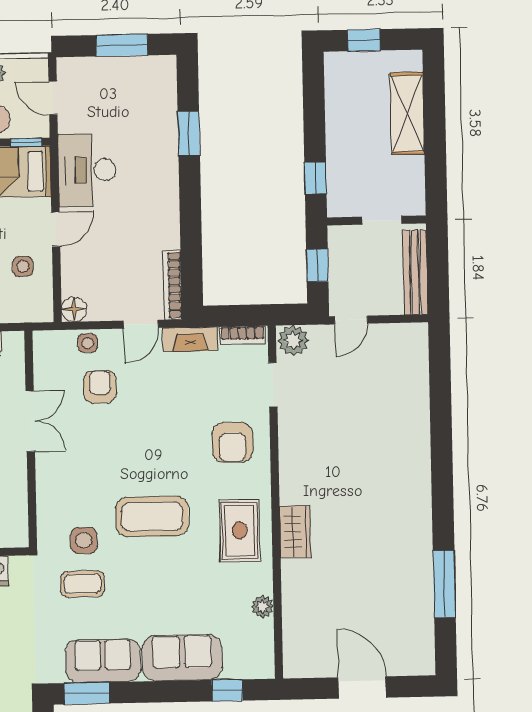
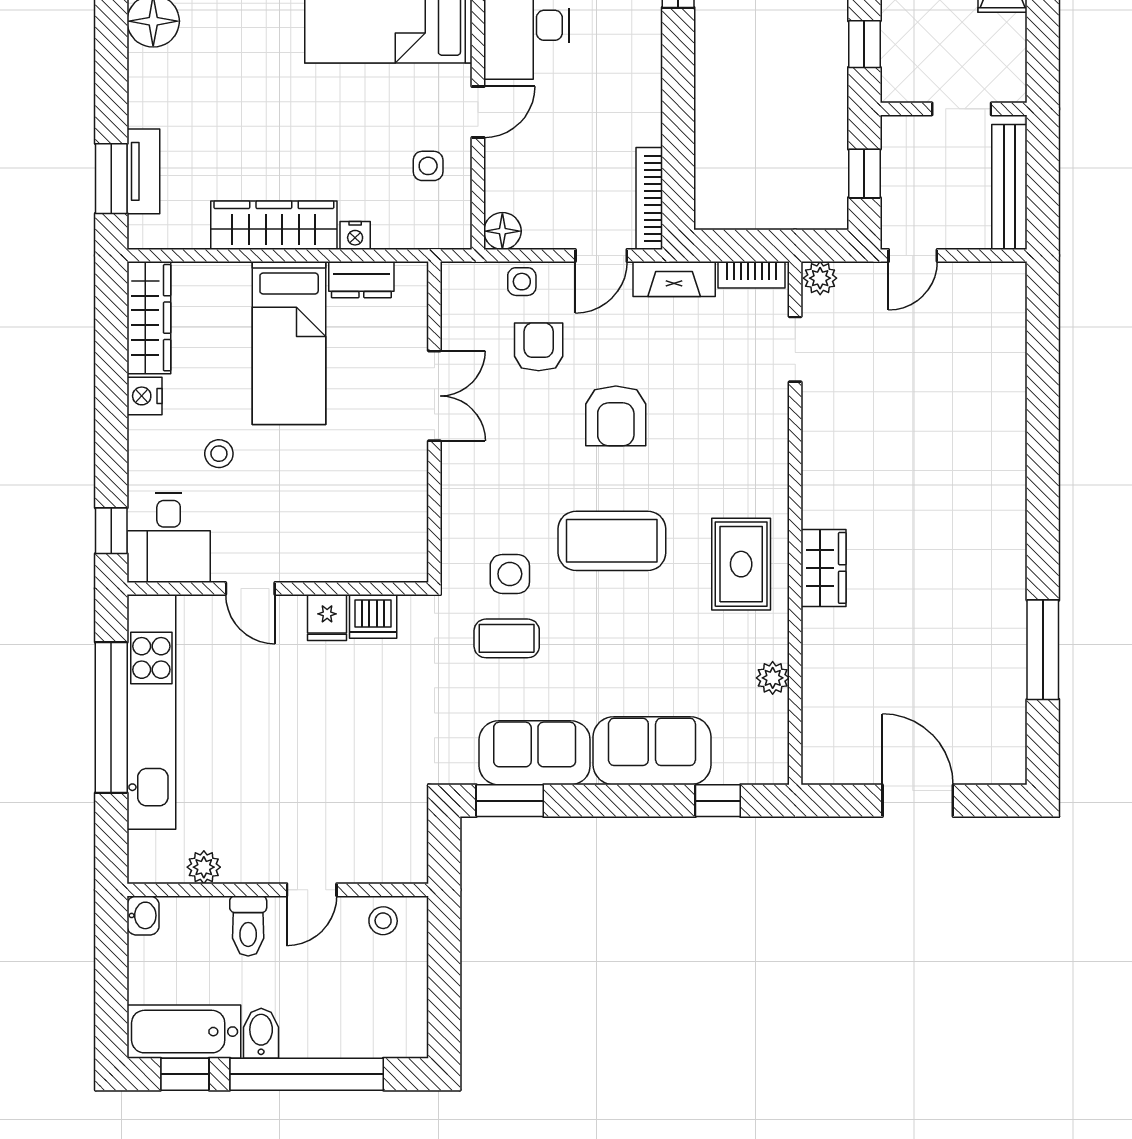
plant: (293, 341) -> (820, 278), width x0.73, depth x0.73
armchair: (232, 442) -> (616, 416), moved

